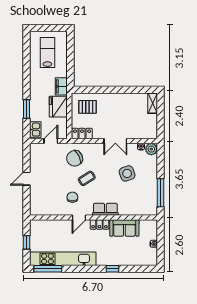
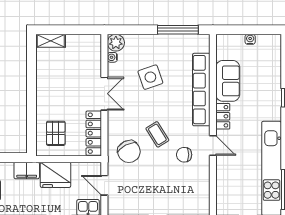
locker: (82, 134) -> (94, 133), width x1.53
row of seats: (105, 209) -> (201, 90), width x2.02

